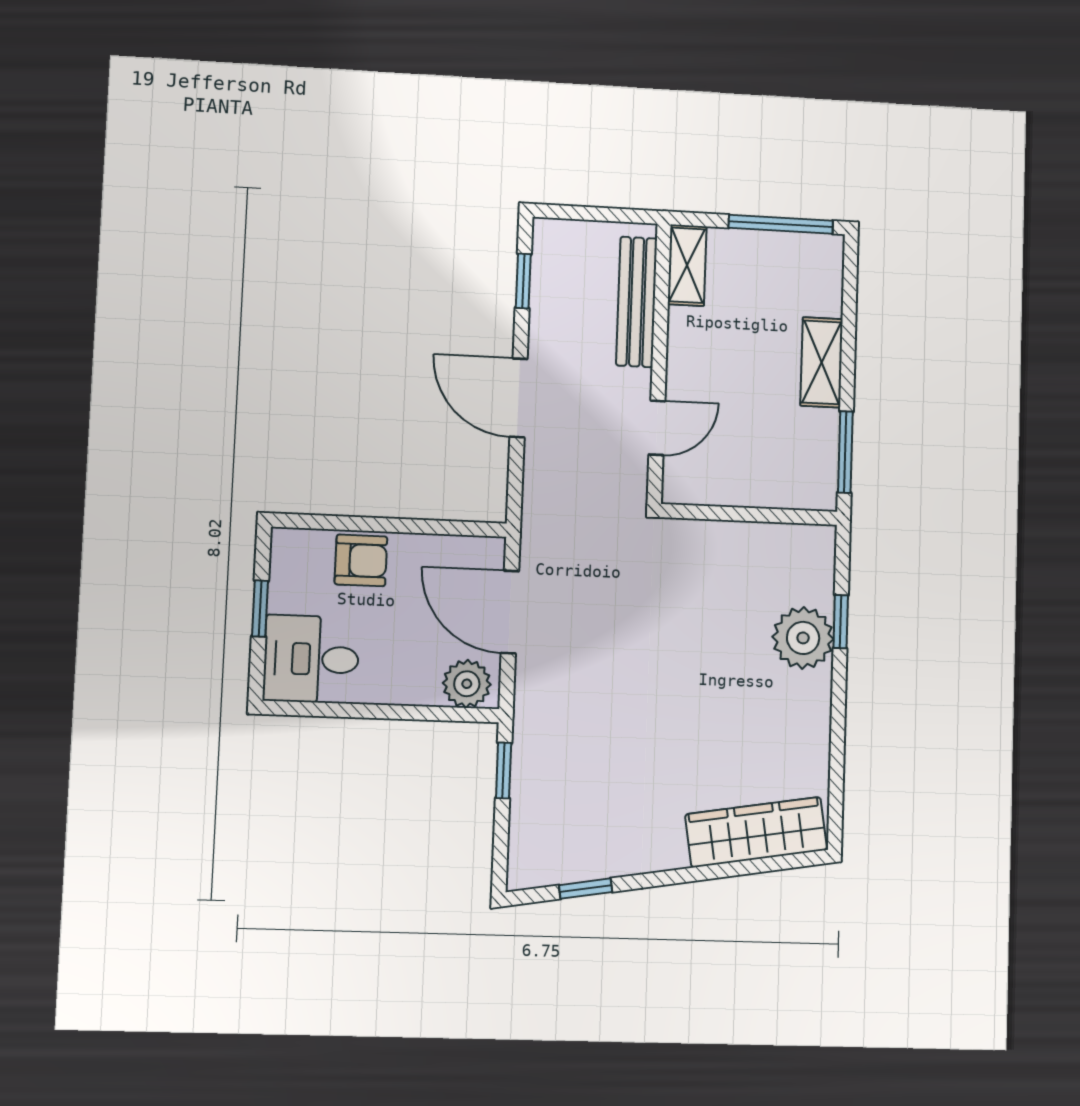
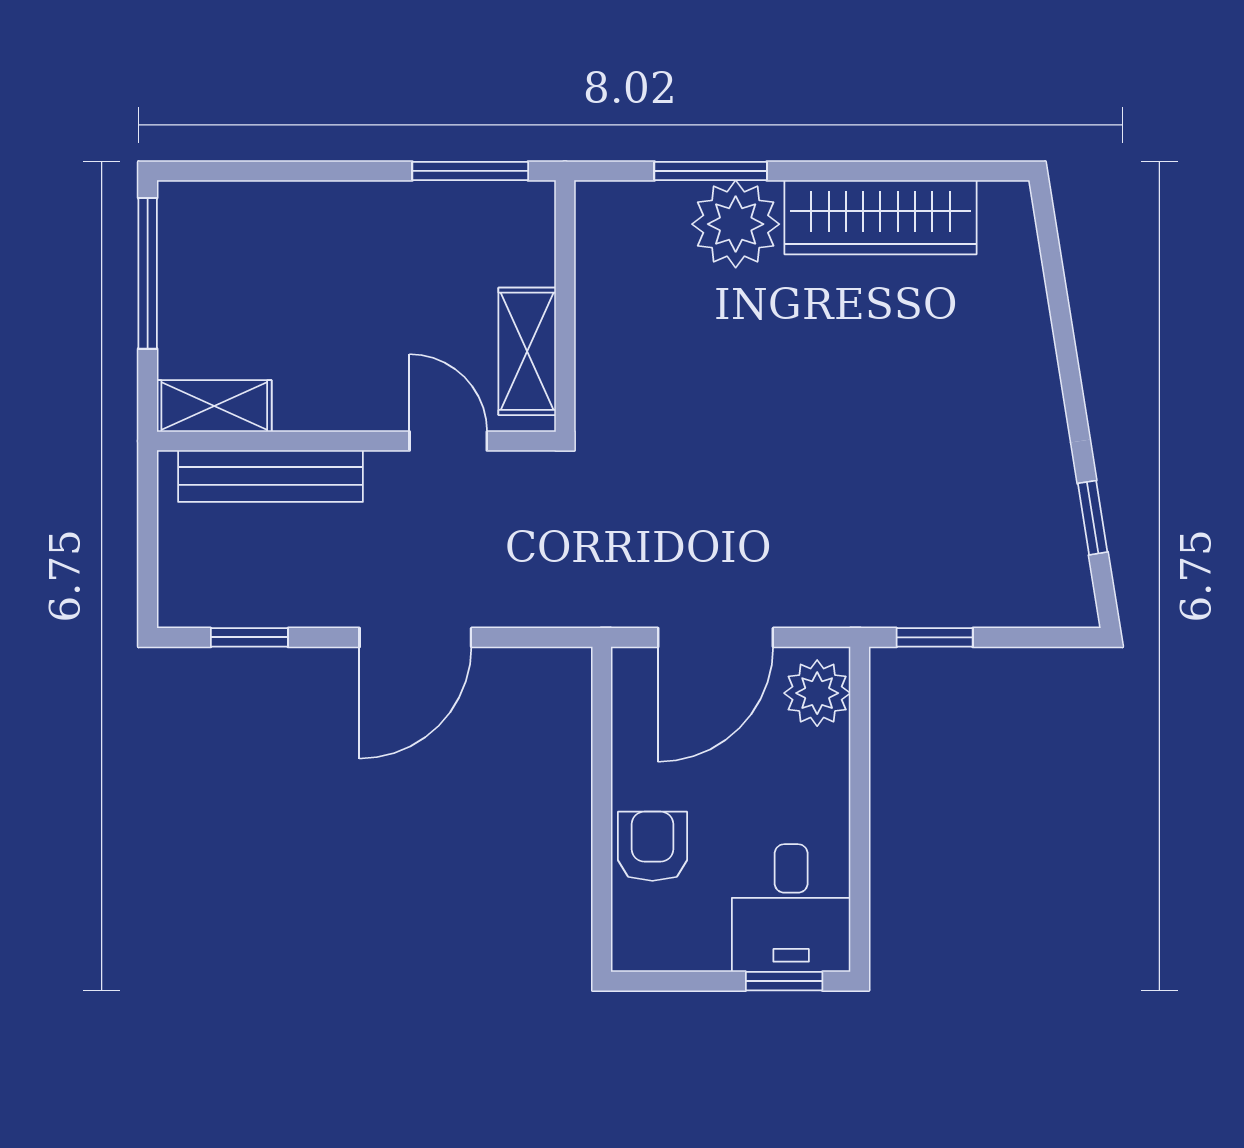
shelving: (821, 362) -> (527, 351), moved, turned 90
window: (260, 609) -> (784, 981), moved
window: (841, 622) -> (711, 171), width x1.50
wardrobe: (756, 832) -> (880, 217), moved, turned -81

